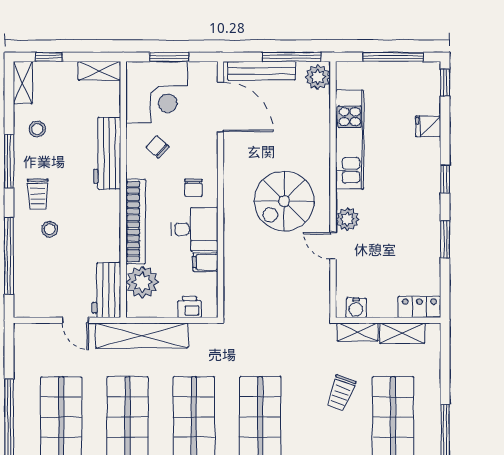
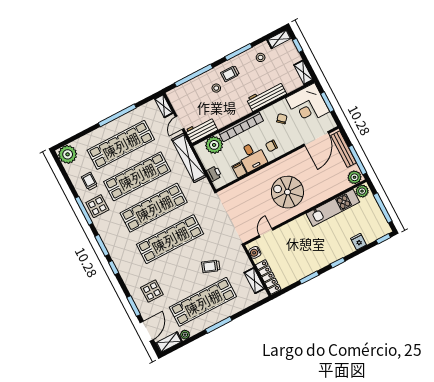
plant: (347, 219) -> (362, 191), moved
door: (333, 246) -> (266, 233), moved
locker: (419, 307) -> (268, 277), width x1.53
shelving: (358, 332) -> (164, 106), moved

